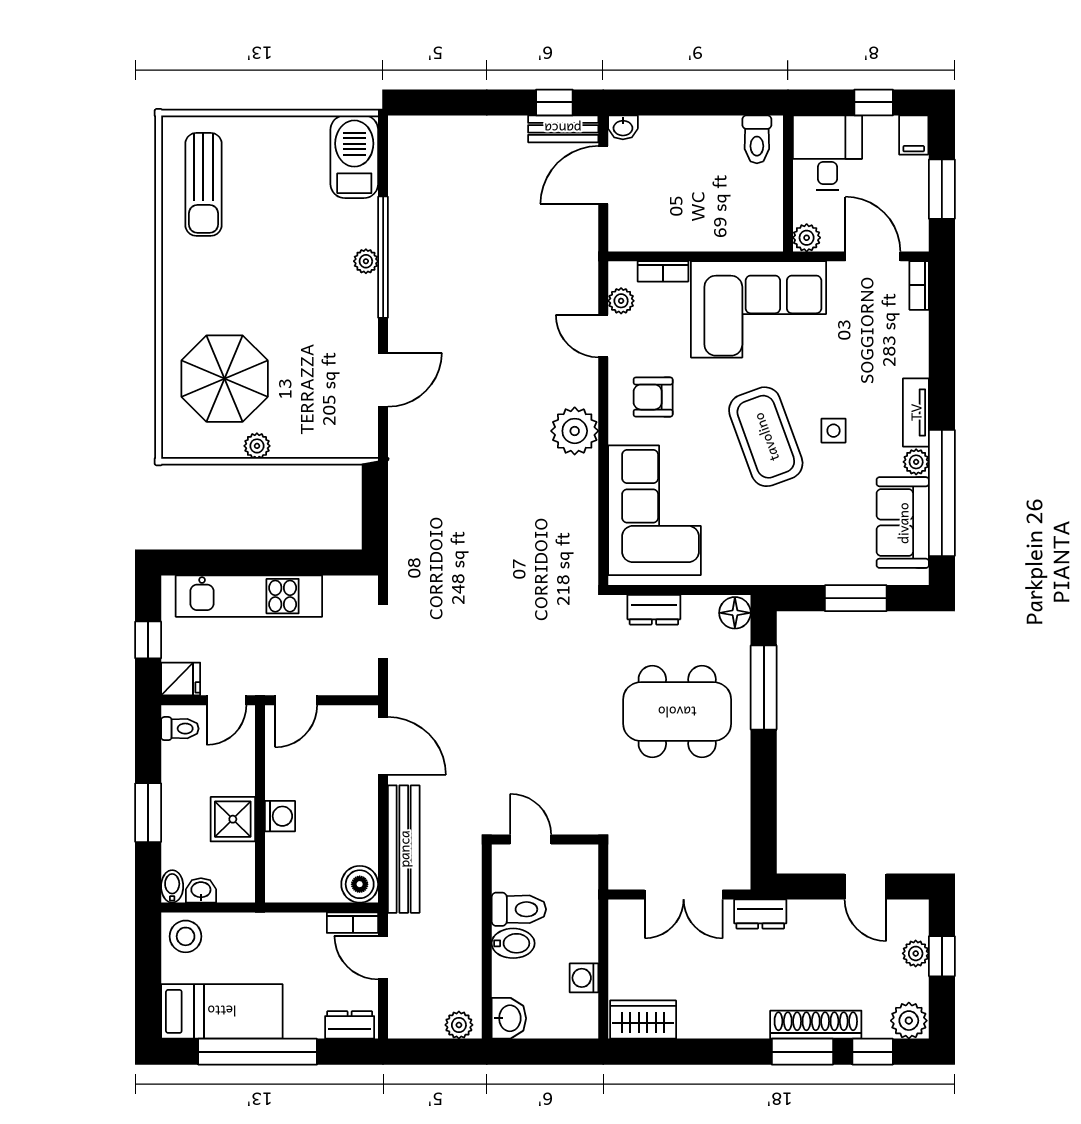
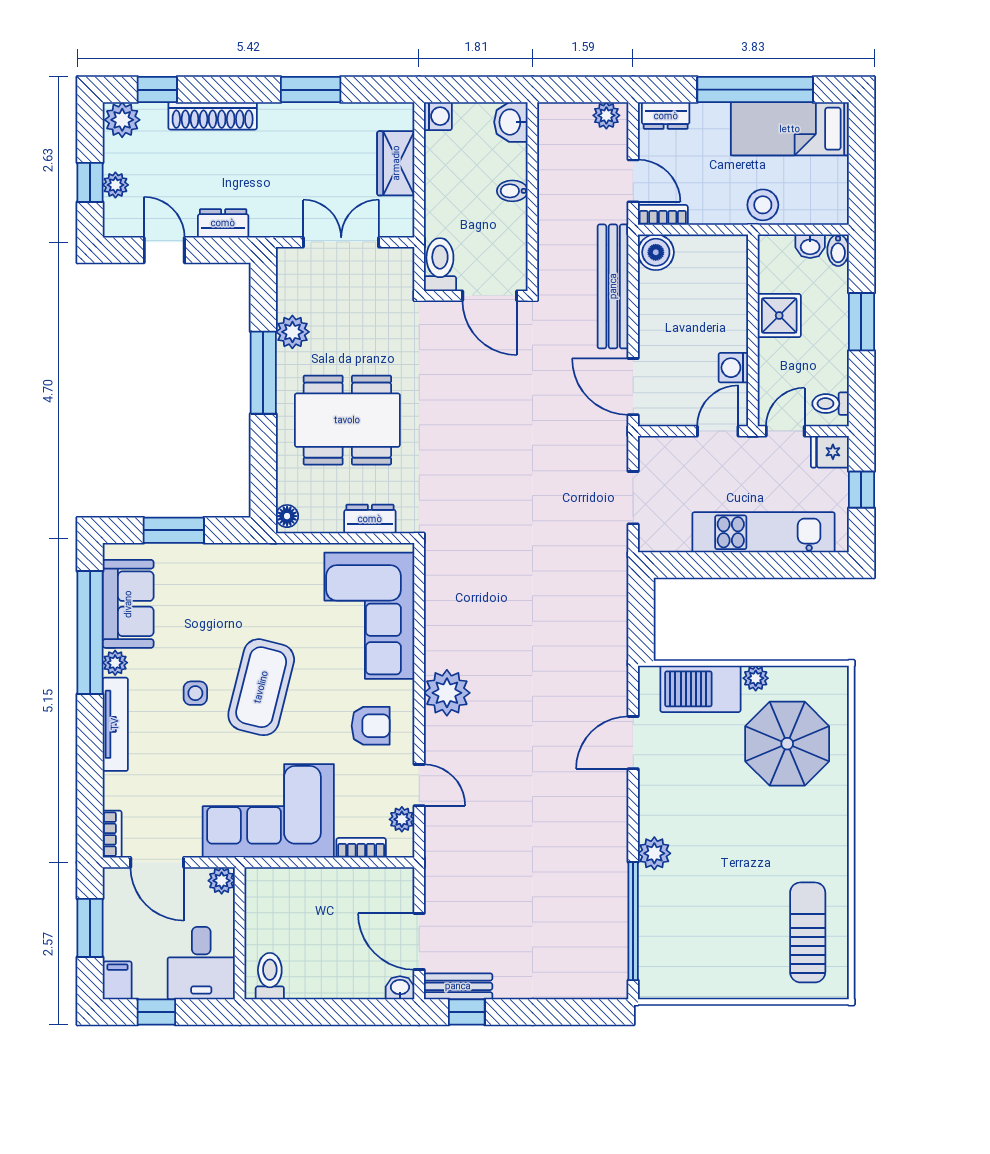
barbecue: (354, 157) -> (700, 689), moved, turned 90
door: (603, 175) -> (419, 942), swing flipped
window: (383, 257) -> (633, 921), moved
plant: (366, 261) -> (654, 853), width x1.38, depth x1.38
tv unit: (916, 412) -> (115, 724), width x1.41
coffee table: (766, 437) -> (261, 687), turned 34
floor lamp: (735, 613) -> (287, 516), width x0.73, depth x0.73
window: (764, 687) -> (263, 373), moved
plant: (734, 802) -> (292, 332), added
washing machine: (280, 816) -> (733, 368), moved
door: (531, 839) -> (490, 296), width x1.38
toilet: (519, 909) -> (440, 265), moved, turned 90
dresser: (760, 914) -> (223, 223), moved
stool: (186, 936) -> (763, 205), moved
bidet: (513, 943) -> (512, 191), width x0.72, depth x0.74
washing machine: (584, 978) -> (438, 116), moved
wardrobe: (643, 1020) -> (396, 163), moved, turned 90
plant: (459, 1025) -> (606, 115), moved
window: (802, 1052) -> (311, 90), moved

